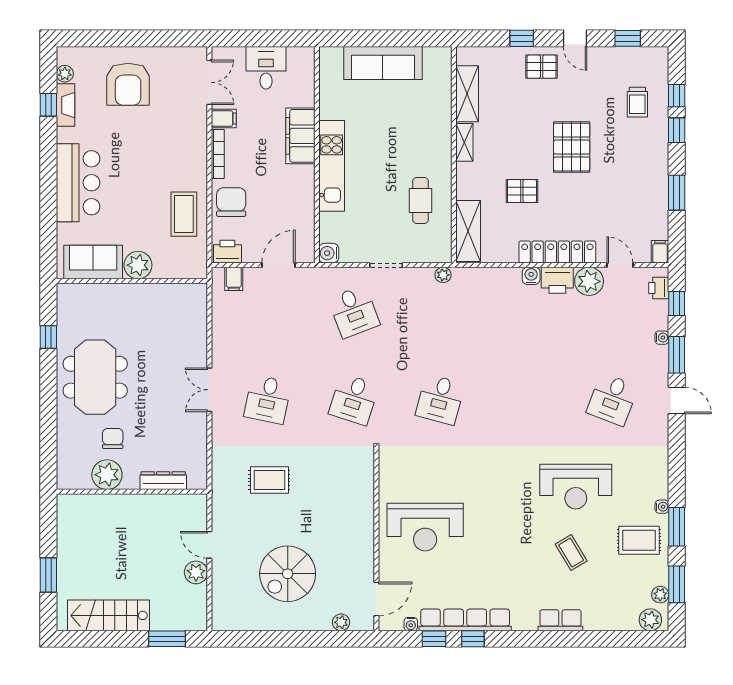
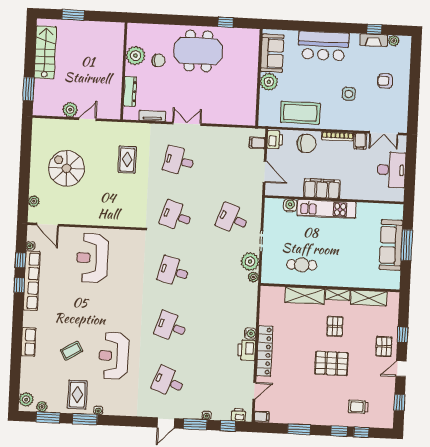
window: (382, 38) -> (407, 245), added
desk: (266, 68) -> (391, 170), width x1.37
armchair: (128, 84) -> (385, 81), width x0.53, depth x0.53
filing cabinet: (300, 136) -> (322, 189), moved
side table: (151, 140) -> (349, 94), added
pallet: (522, 191) -> (335, 326), moved
coffee table: (184, 214) -> (300, 113), width x1.36, depth x1.32
shelving: (468, 231) -> (305, 296), moved
water cooler: (329, 253) -> (290, 205), moved
plant: (589, 281) -> (250, 262), moved
desk: (354, 312) -> (233, 219), turned 42
desk: (526, 399) -> (171, 327), added
tv unit: (200, 444) -> (152, 116), added

